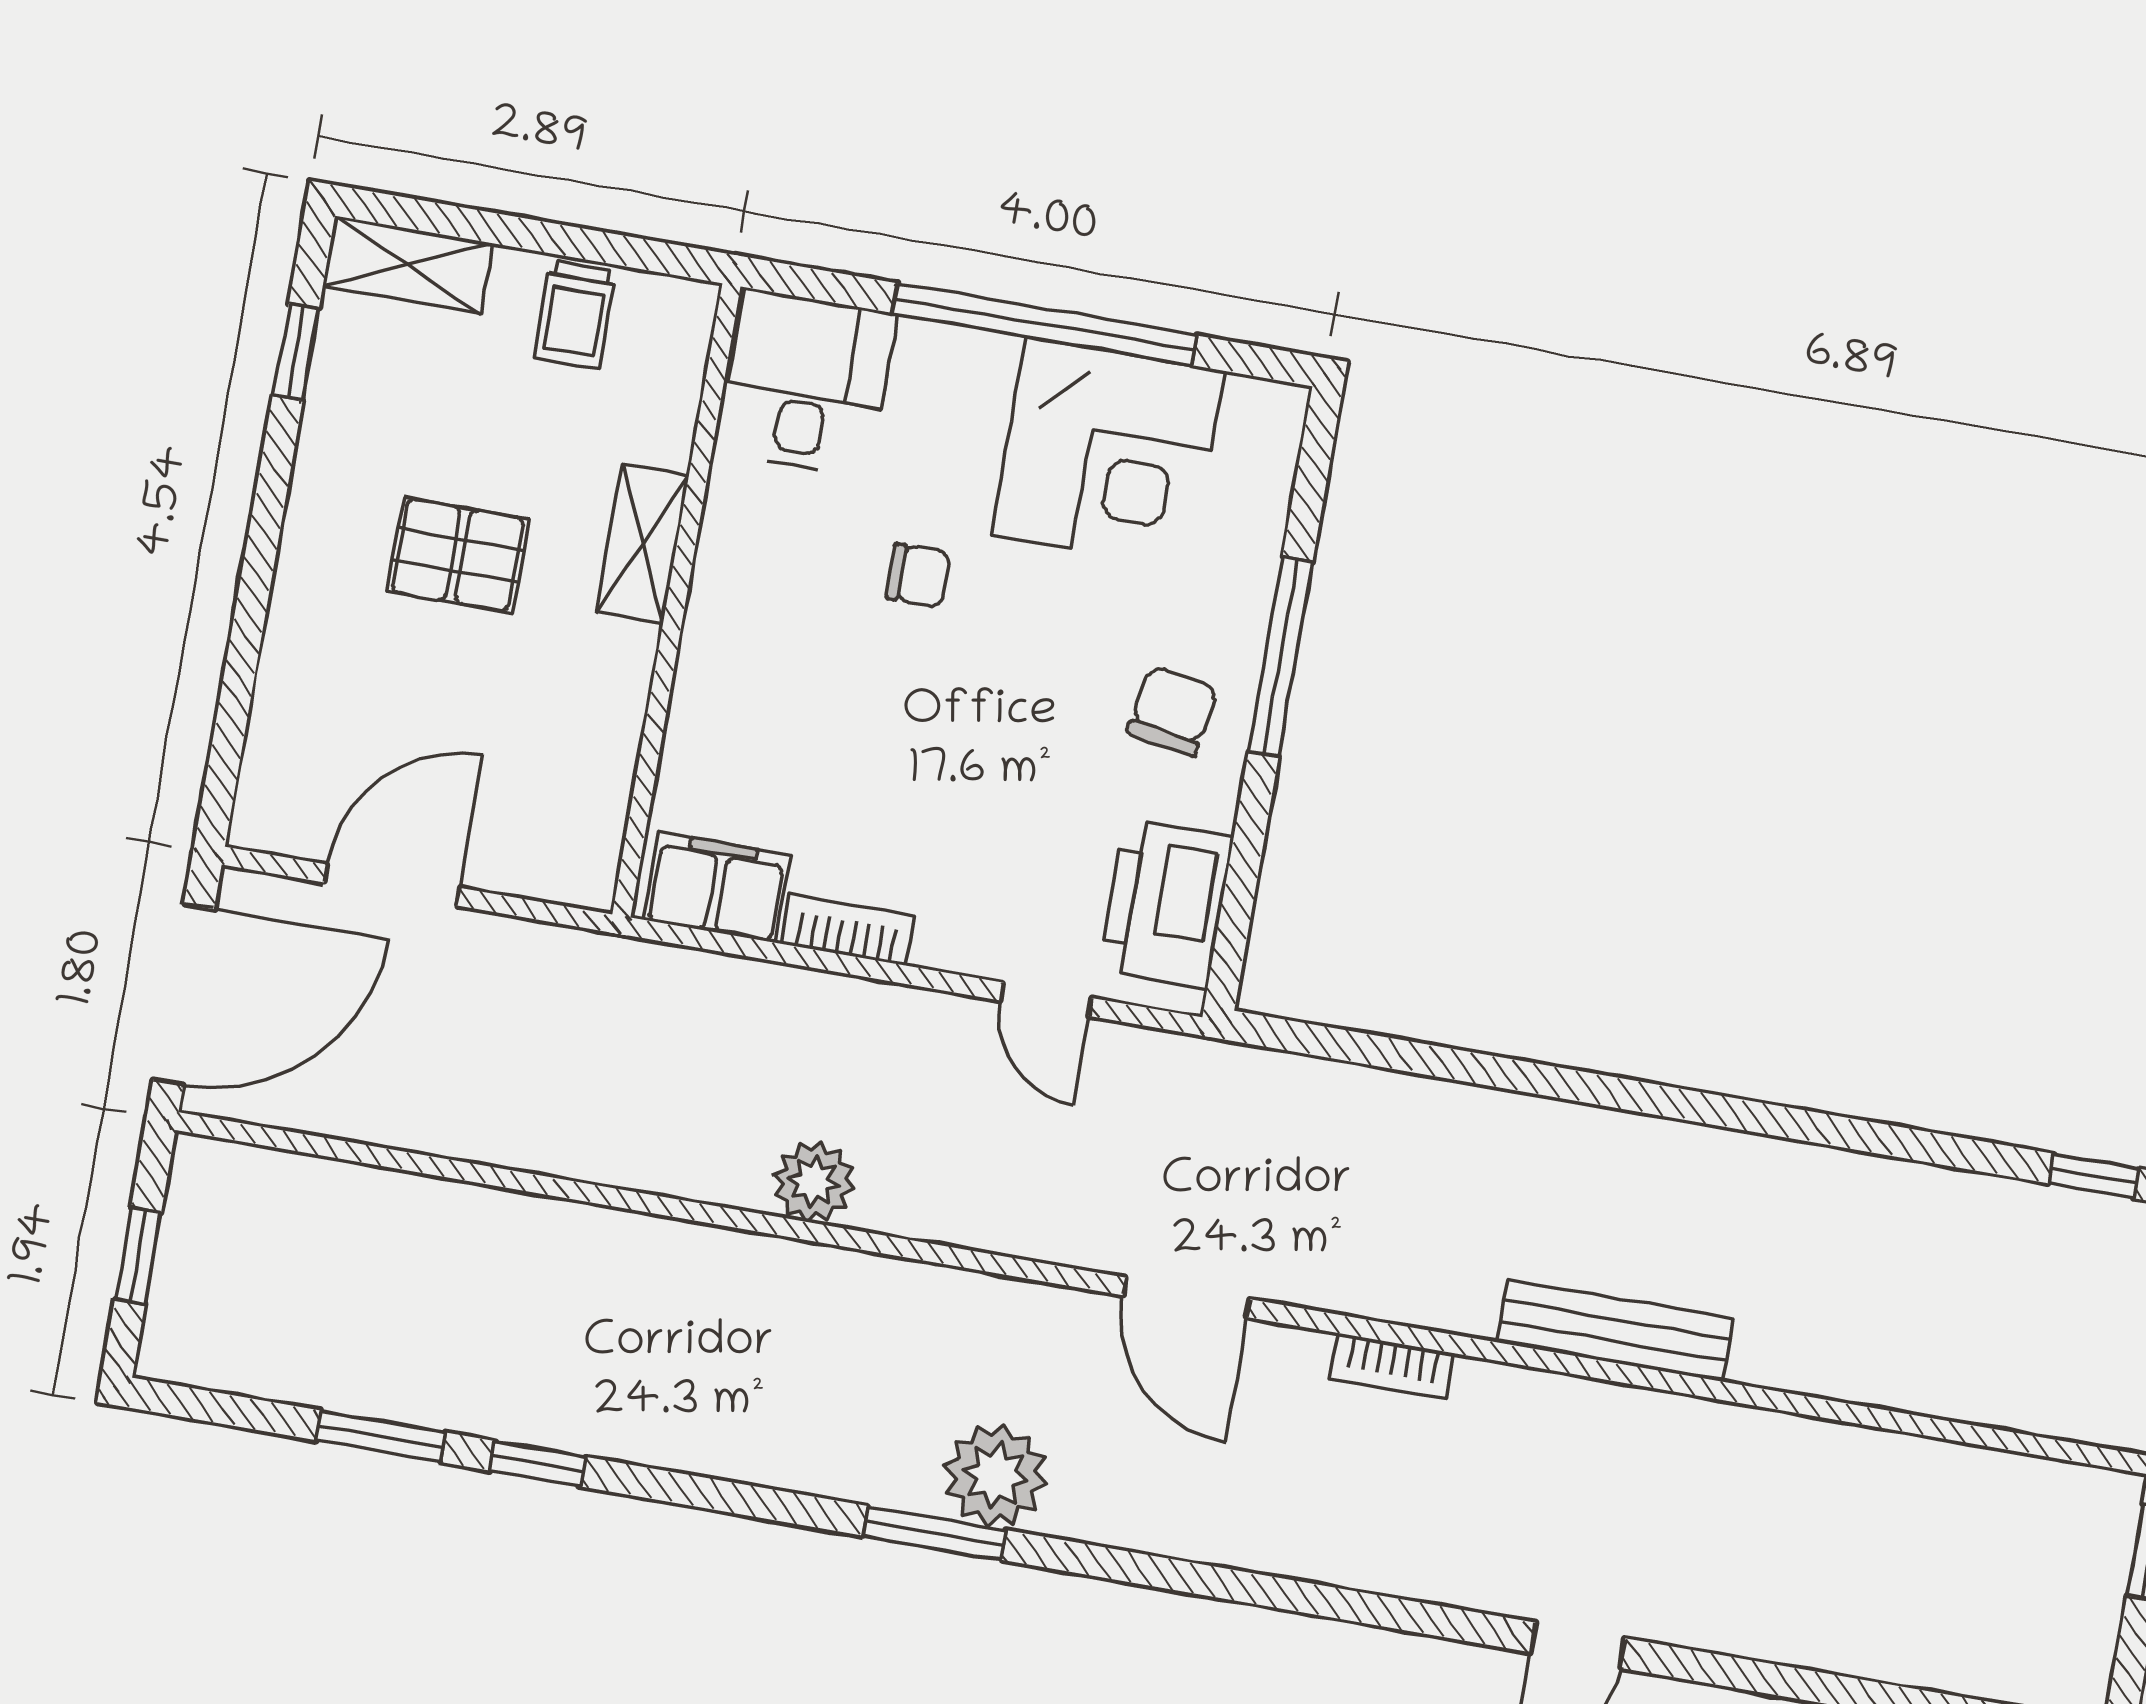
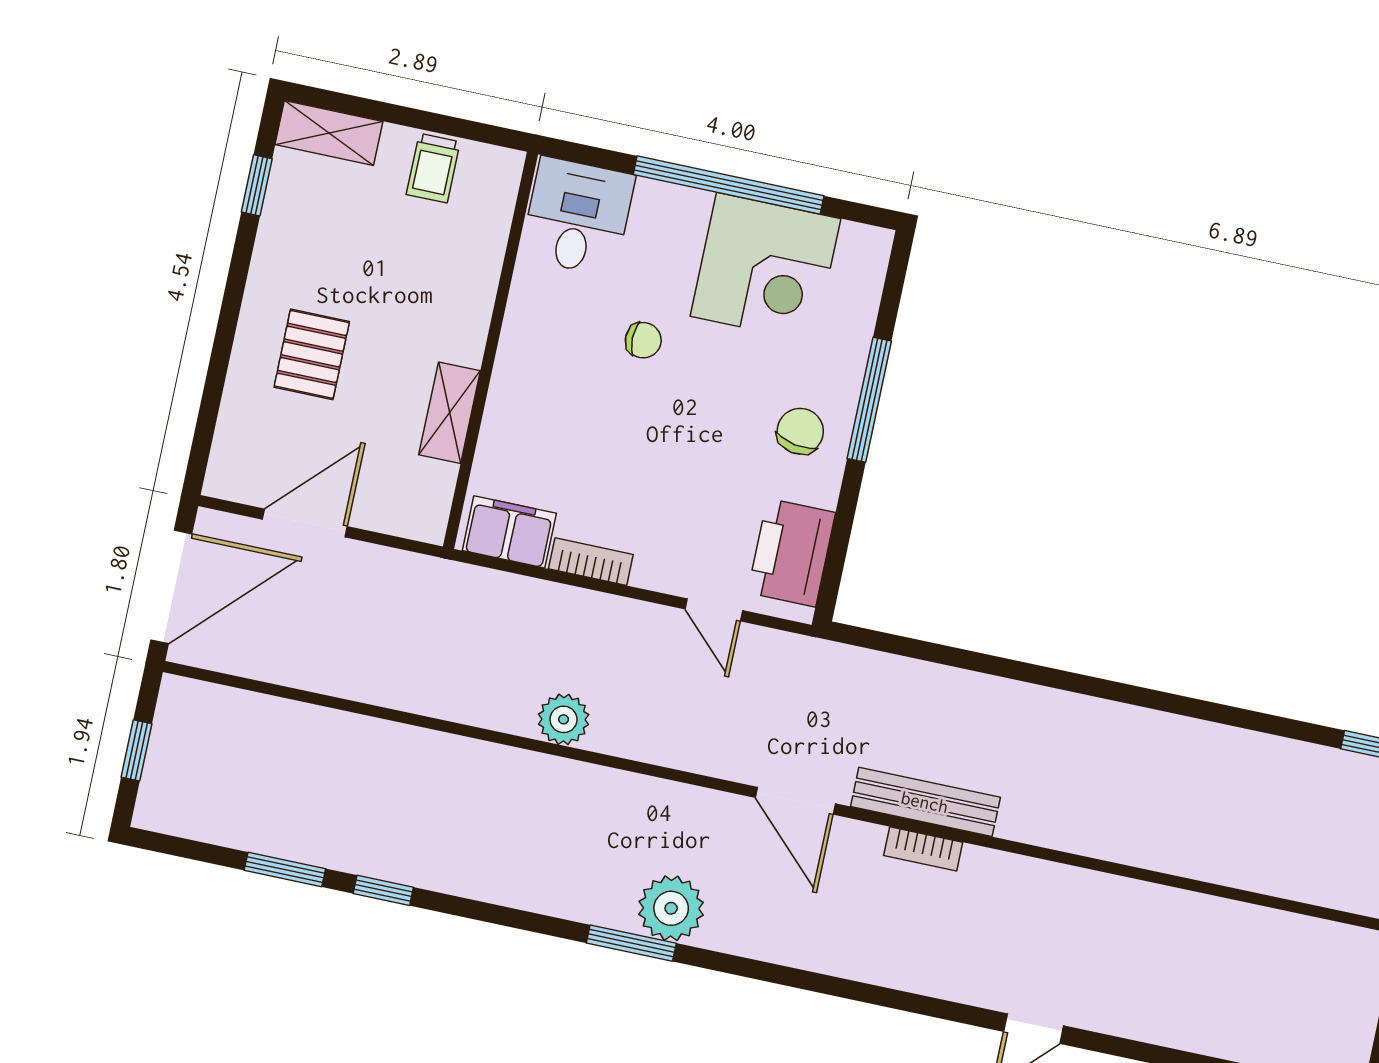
shelving: (643, 544) -> (450, 413), moved
pallet: (458, 555) -> (312, 354), moved, turned 90
bench: (1615, 1330) -> (925, 802), moved

